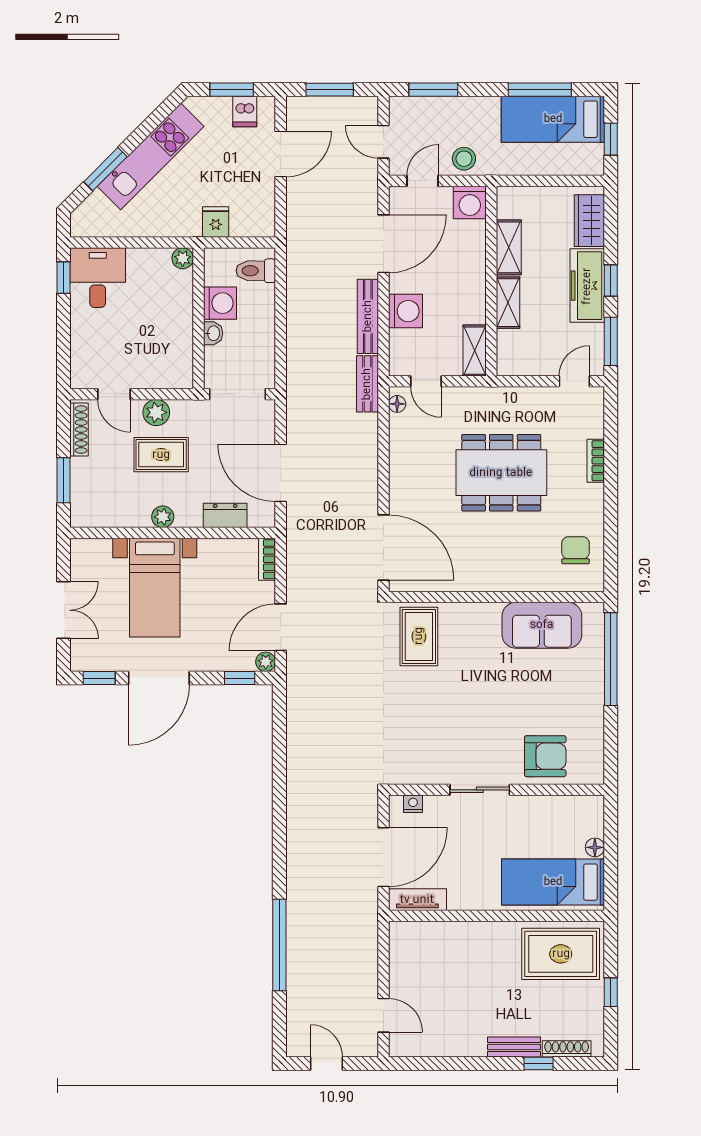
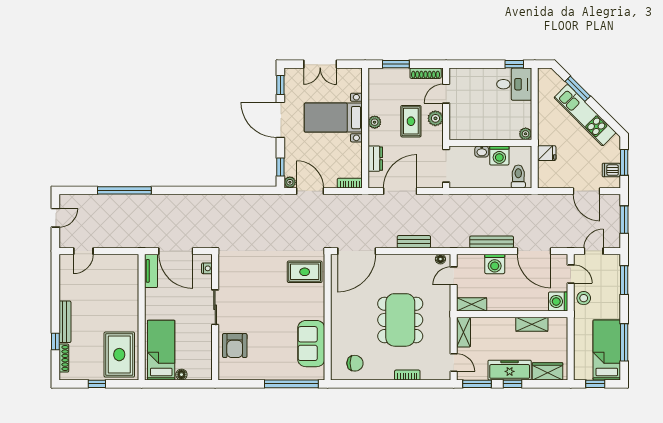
shelving: (508, 303) -> (463, 332), moved, turned 90
bench: (367, 384) -> (414, 242), moved
bench: (514, 1047) -> (65, 322), width x1.36

